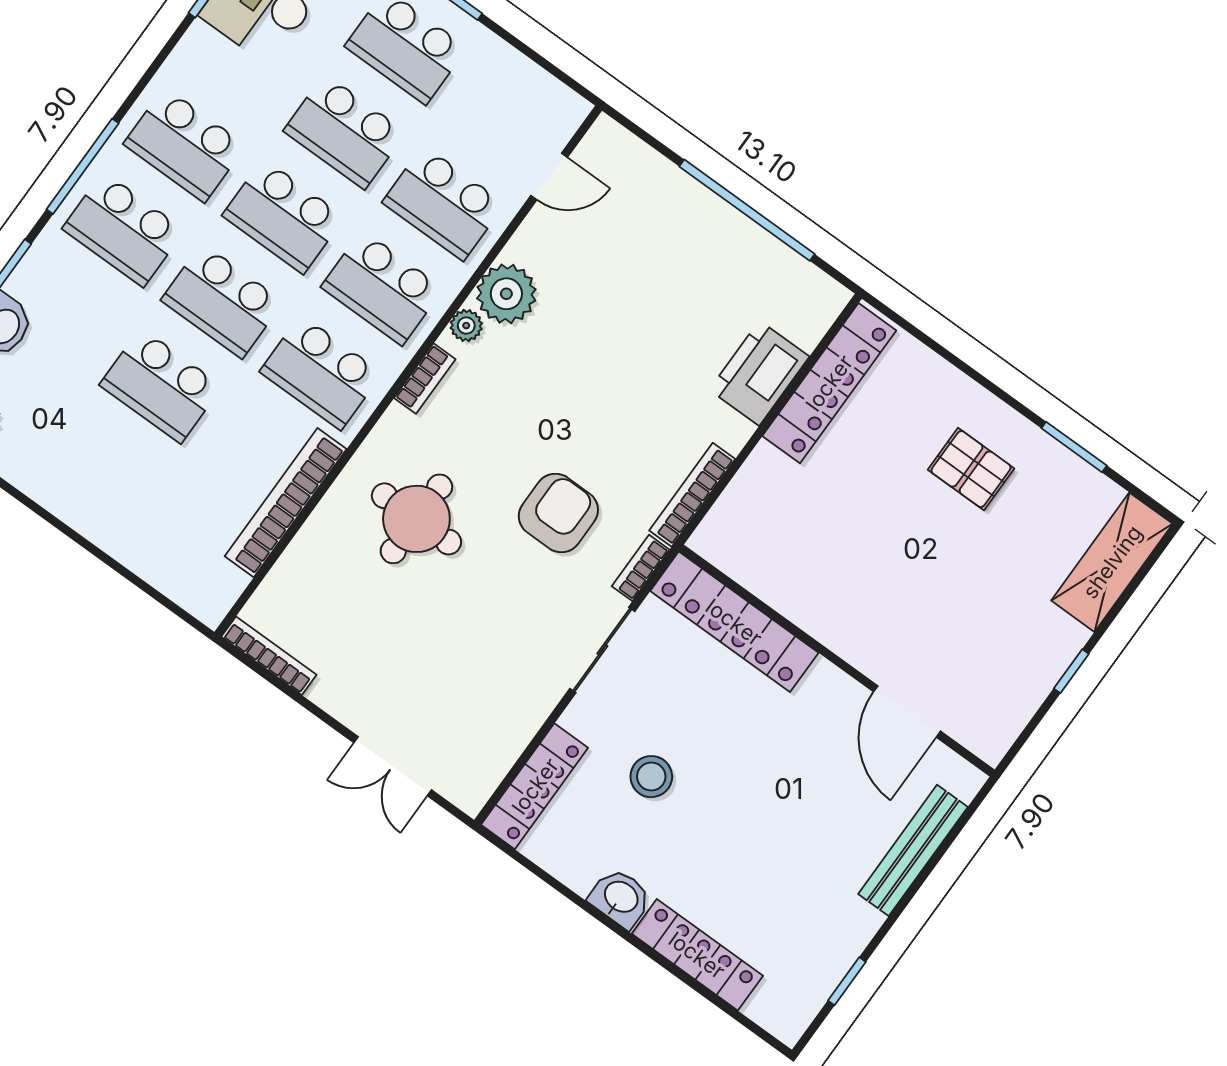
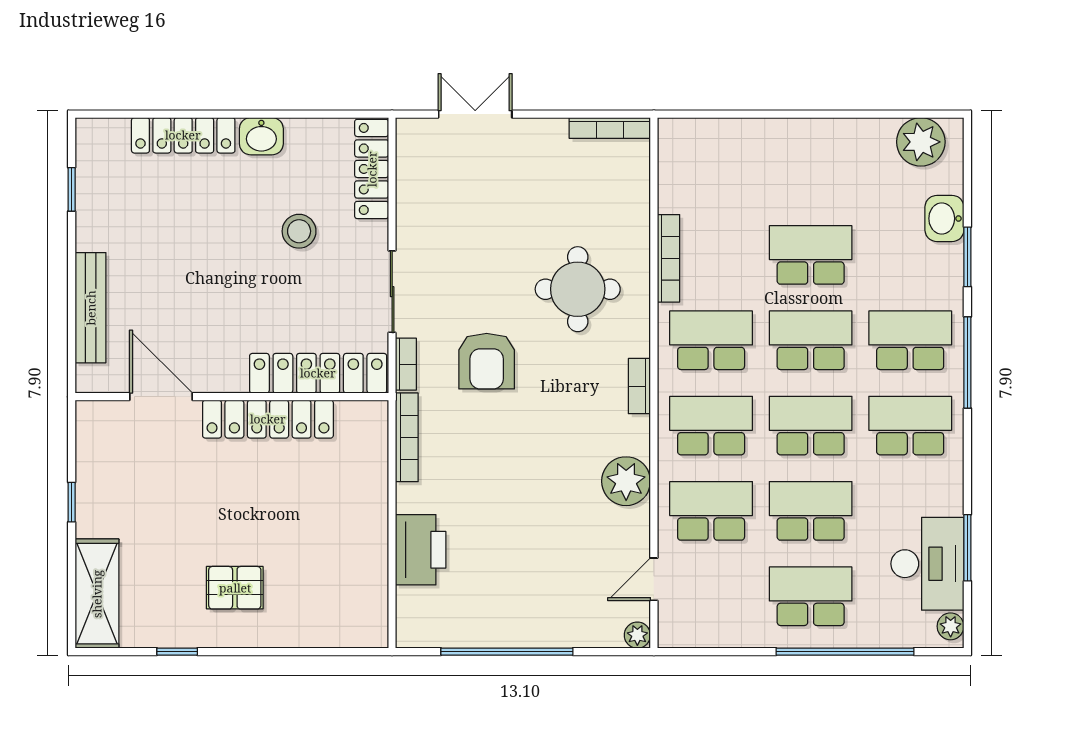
plant: (466, 326) -> (637, 635), moved
locker: (829, 383) -> (268, 419), moved, turned -90
window: (1074, 447) -> (177, 652), width x0.67
bookcase: (286, 503) -> (669, 258), width x0.68, depth x0.76

